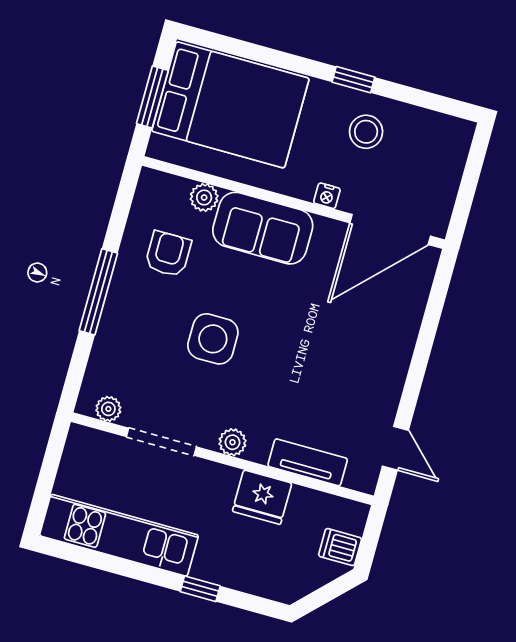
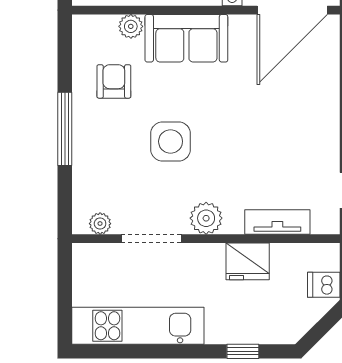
plant: (232, 442) -> (206, 218), width x1.38, depth x1.38
window: (200, 589) -> (243, 351), moved

